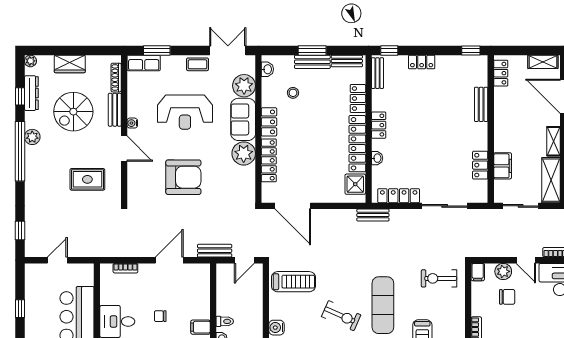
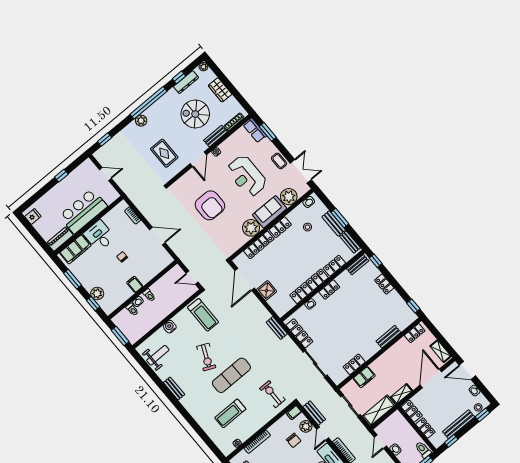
plant: (32, 137) -> (141, 121), moved
shower: (355, 184) -> (267, 291), moved
bench: (215, 251) -> (314, 413), moved

